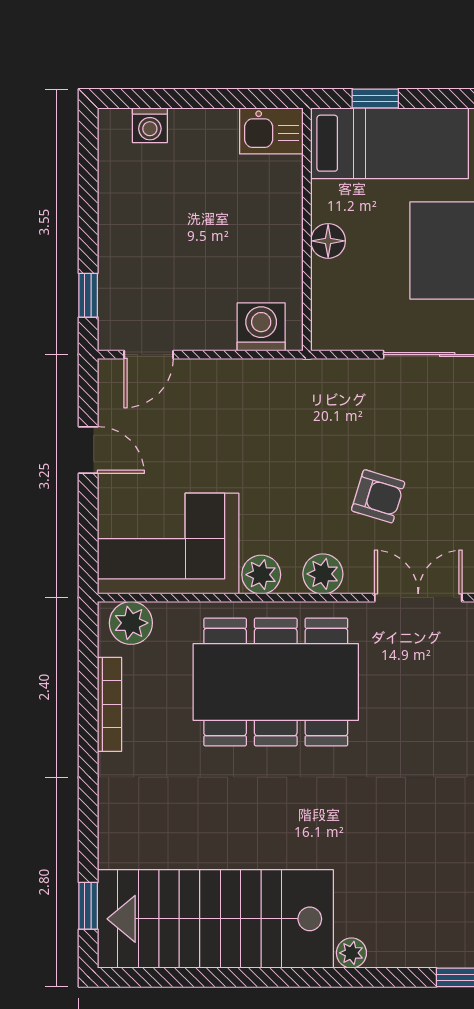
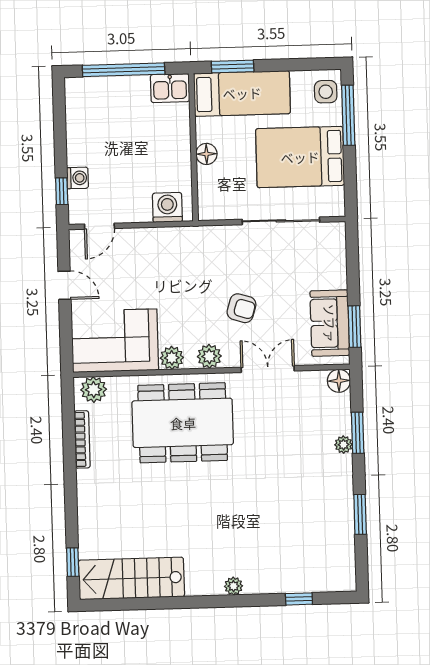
window: (196, 98) -> (124, 70), added
window: (375, 98) -> (233, 66), width x1.50
washing machine: (150, 125) -> (78, 178), moved, turned -90
stairs: (215, 919) -> (131, 578), width x0.73, depth x0.66

